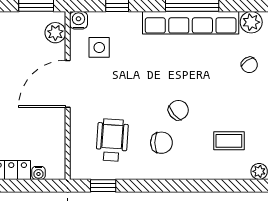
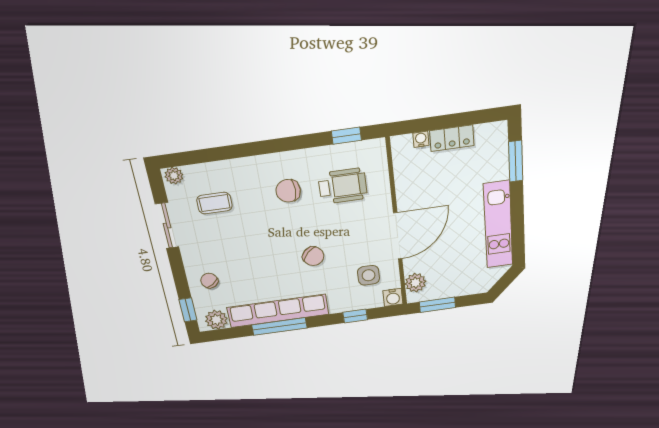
chair: (178, 110) -> (313, 256), moved, turned -95
wheelchair: (112, 140) -> (343, 186), turned -94

